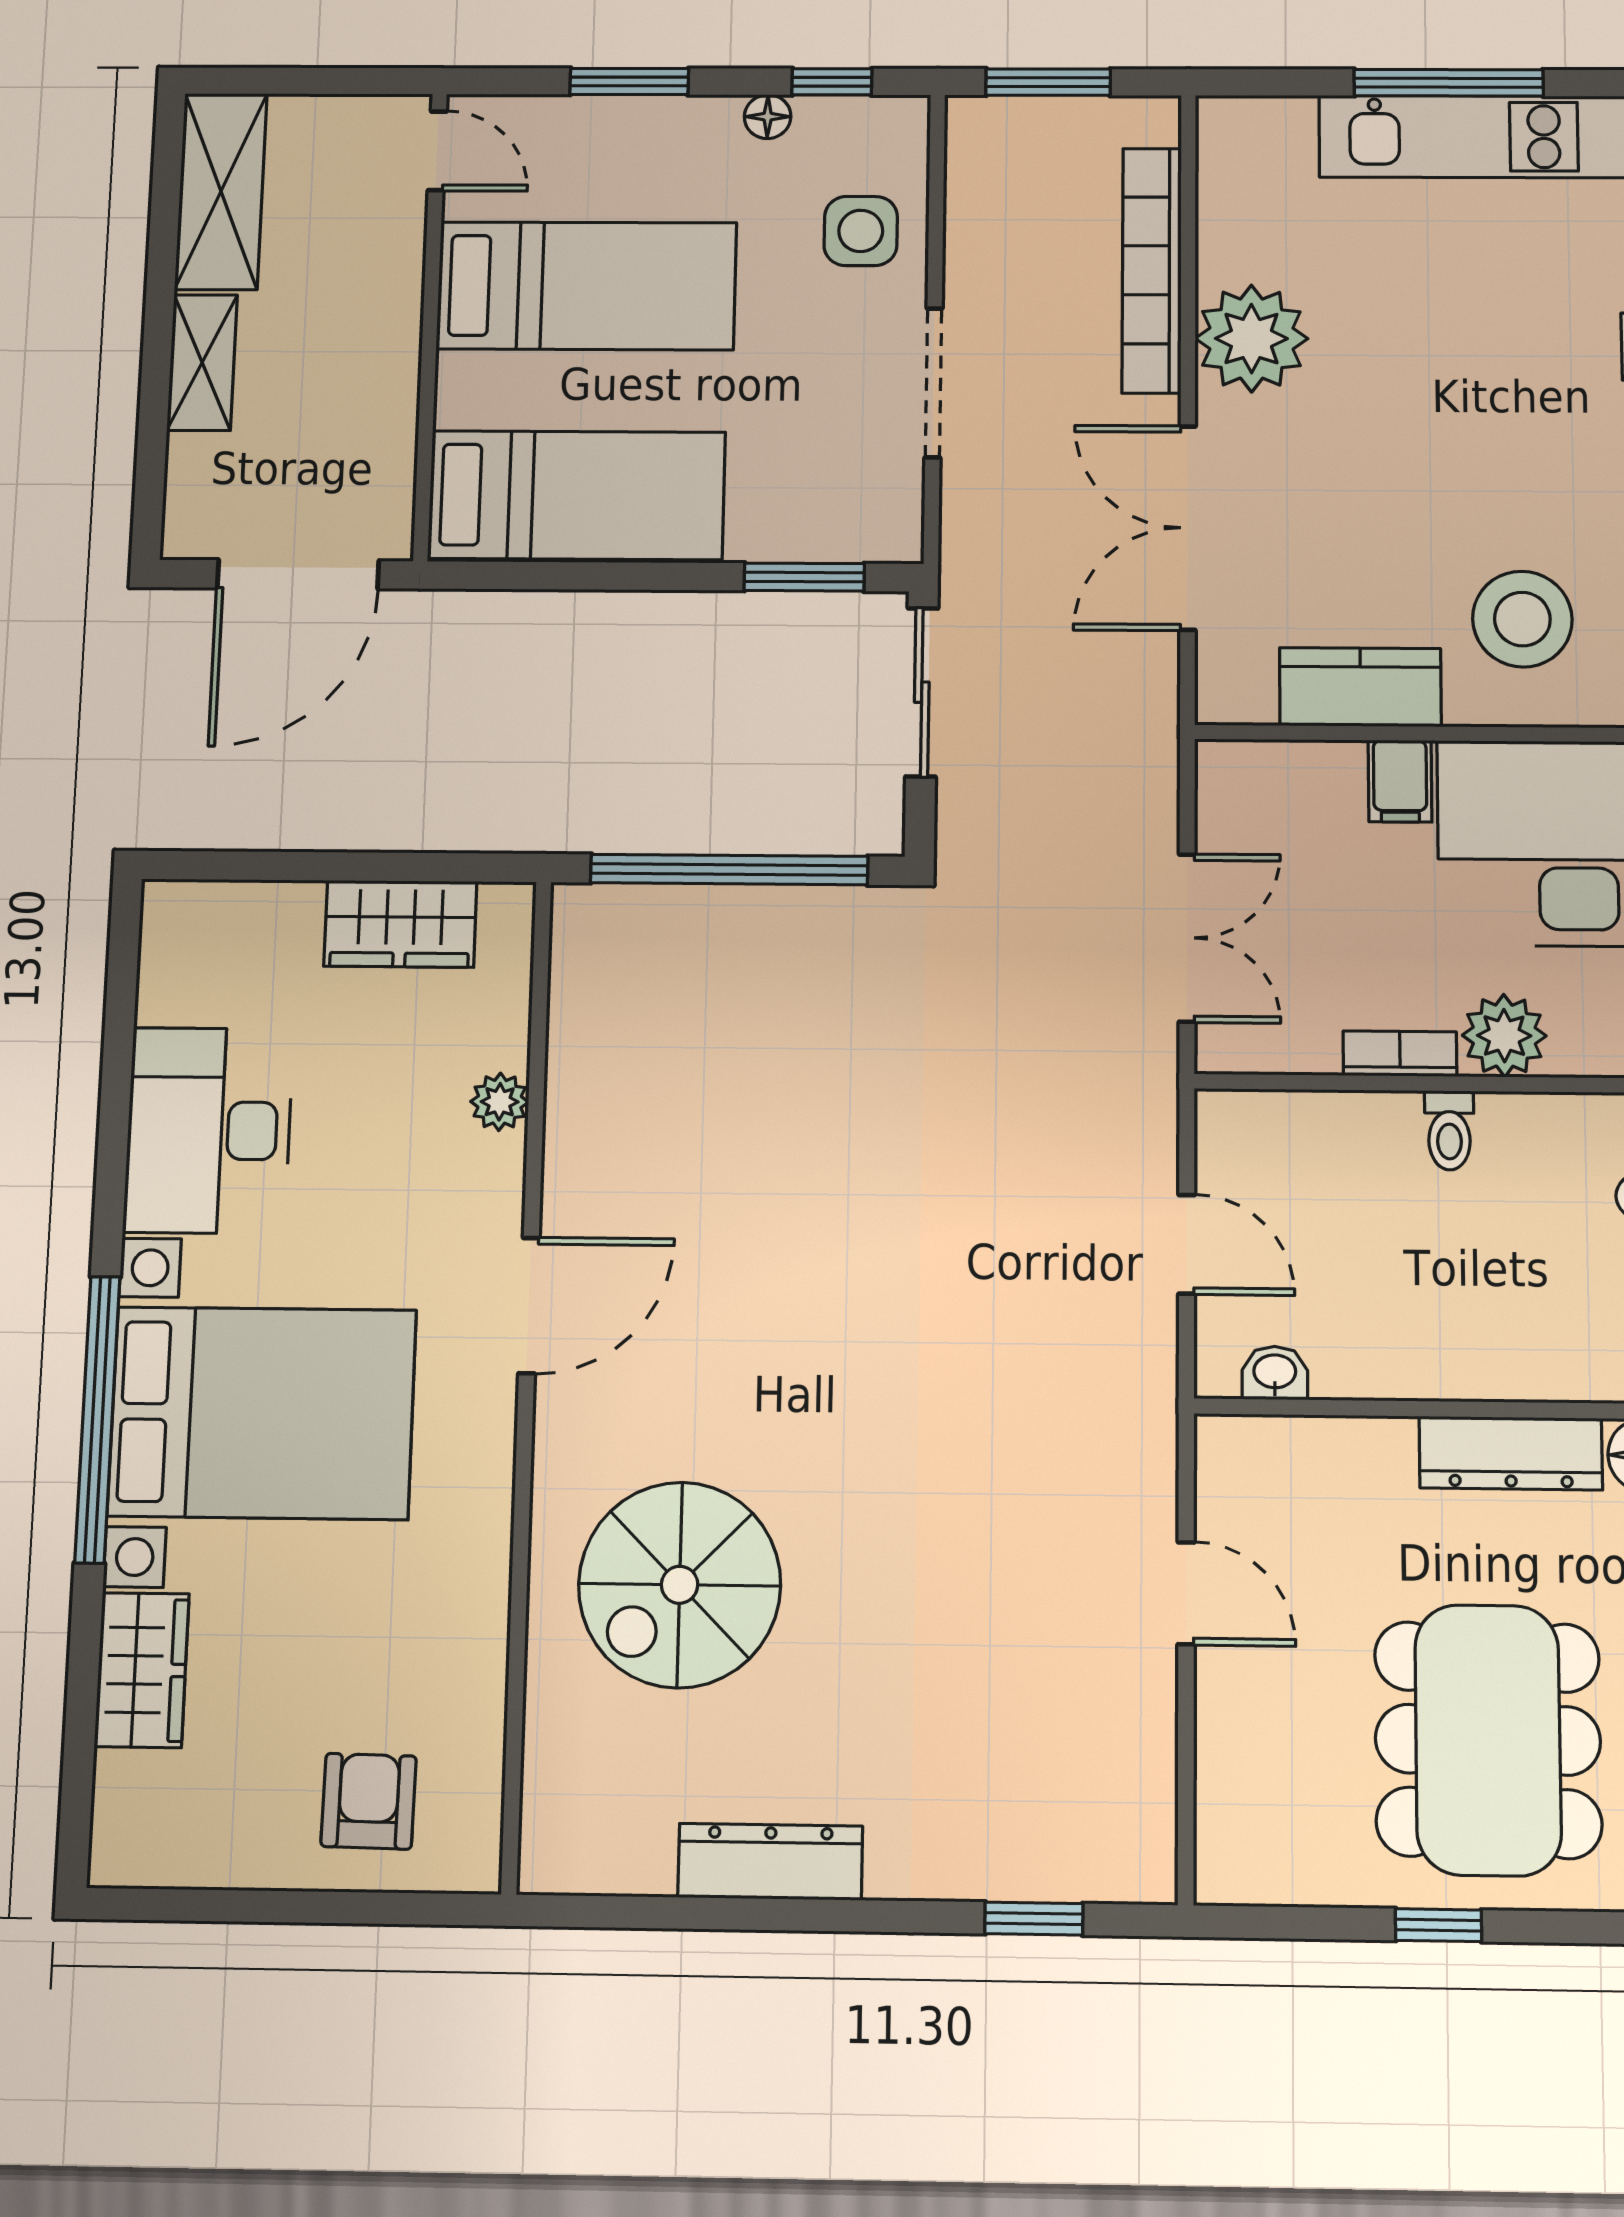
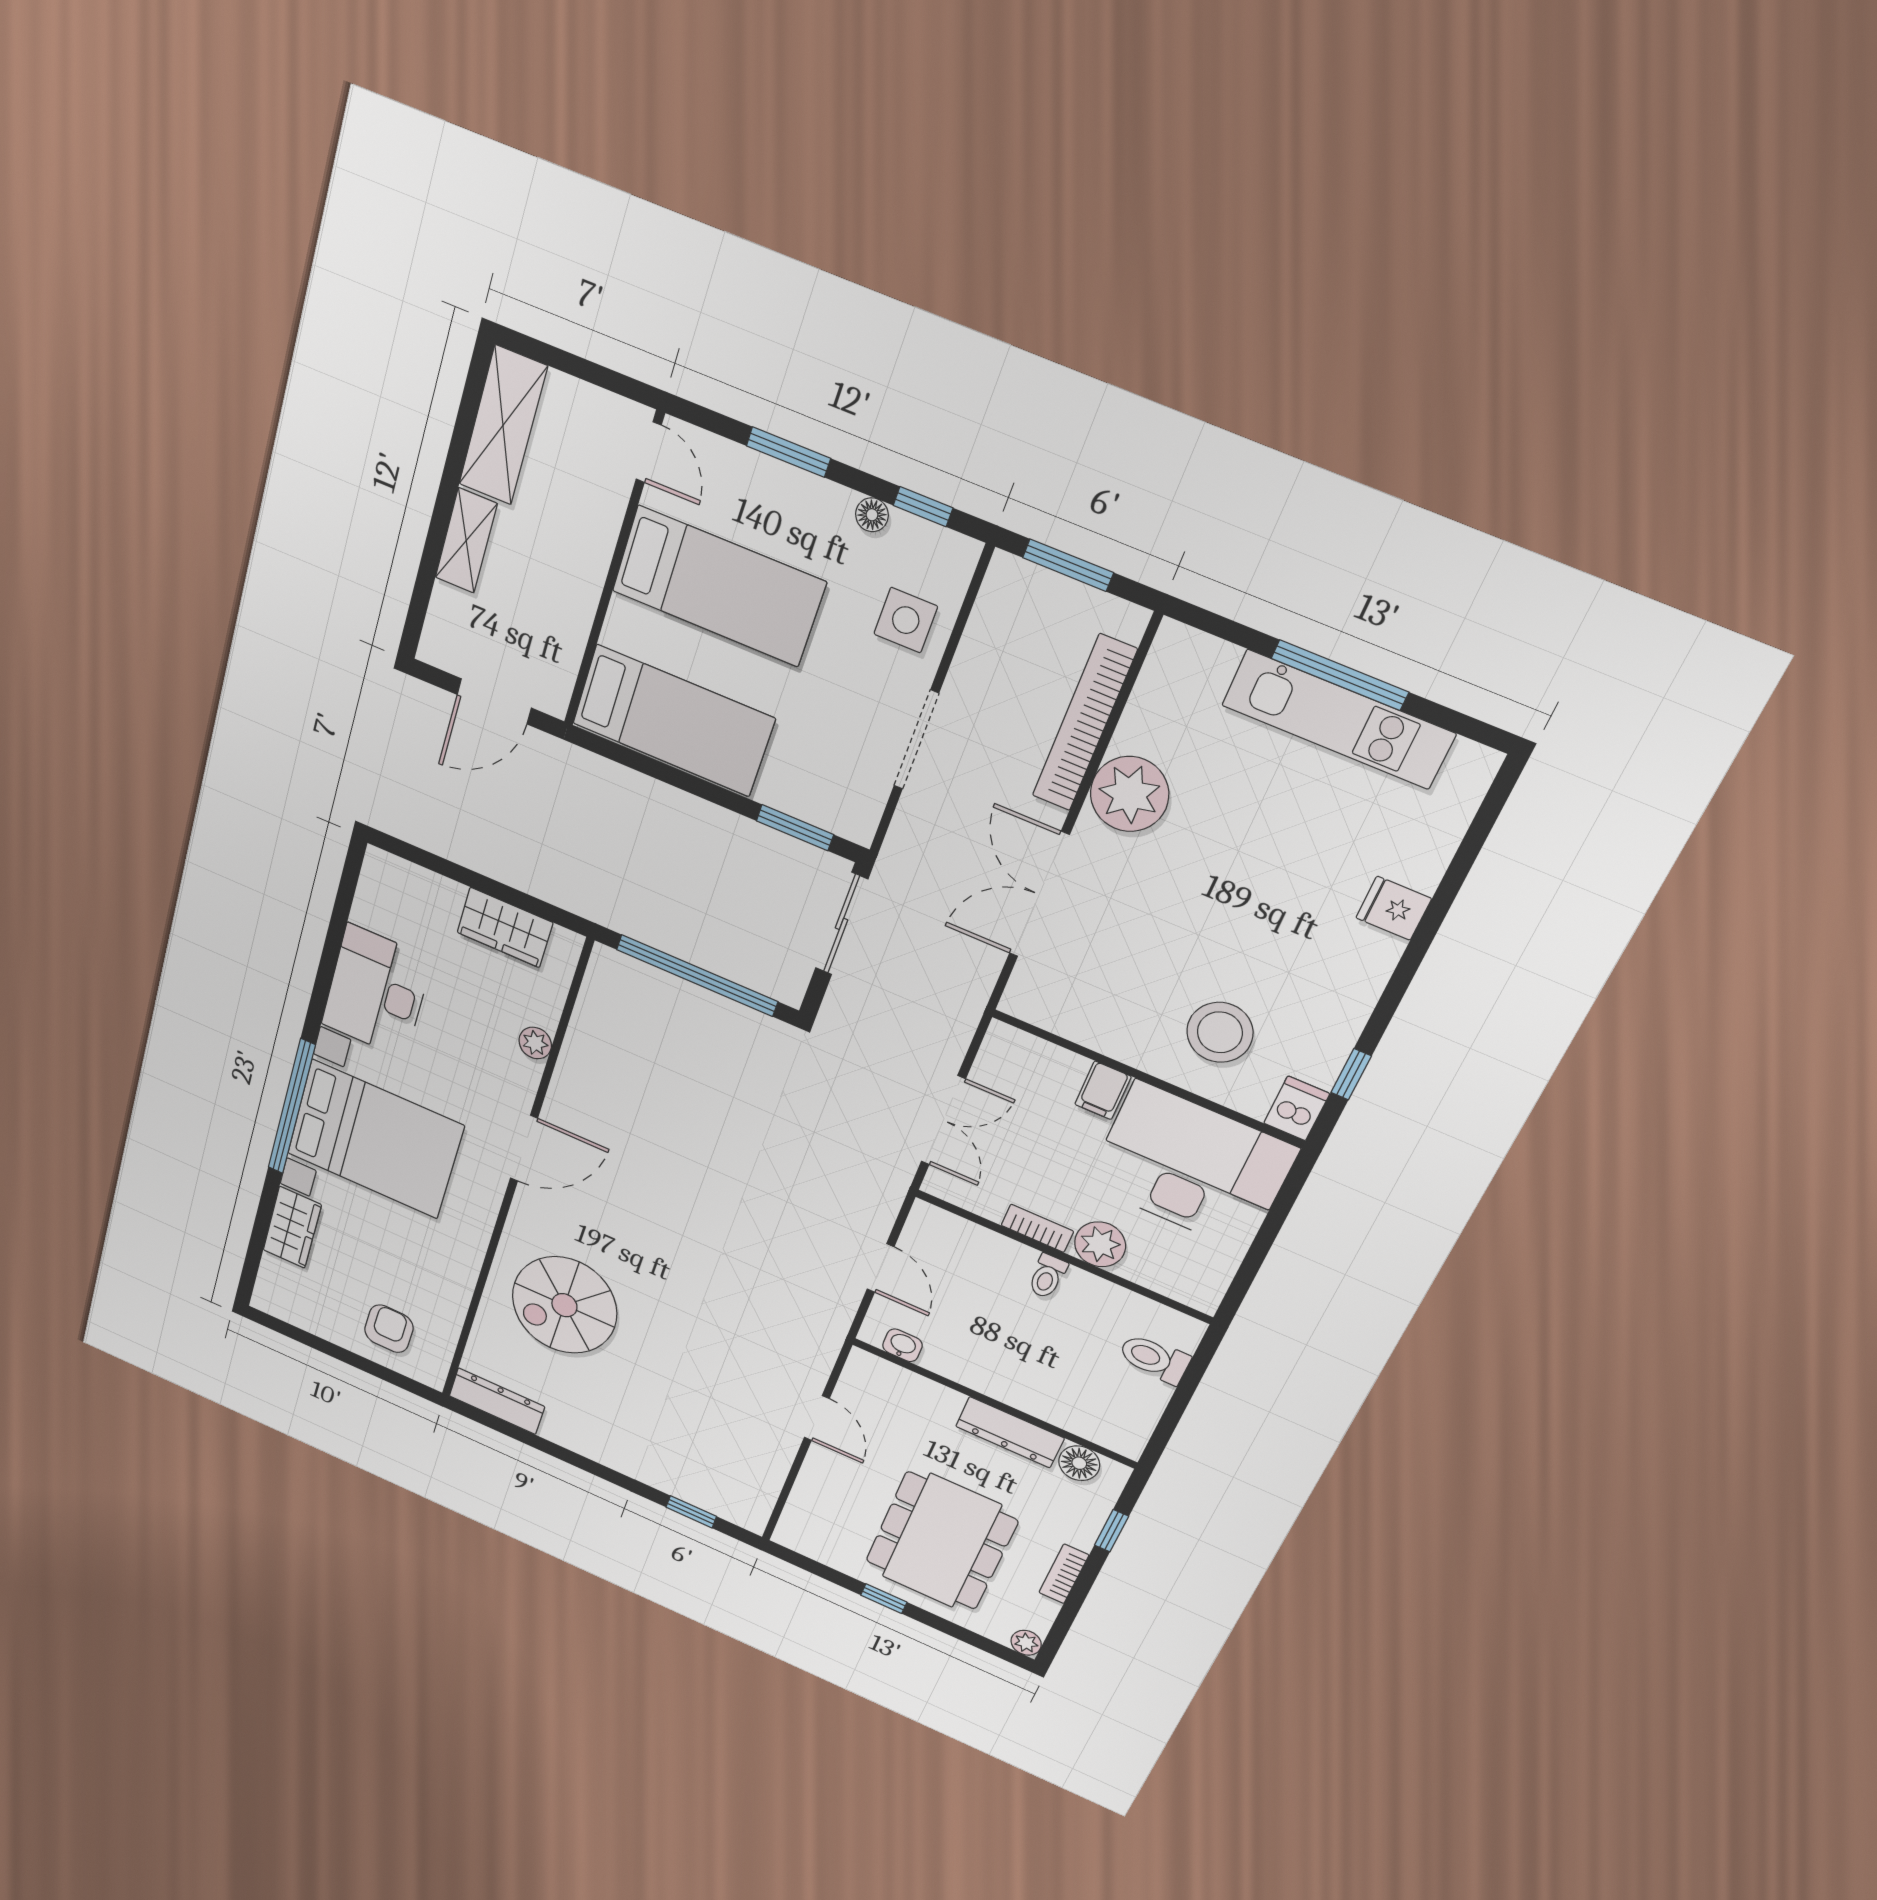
door: (298, 574) -> (494, 701), width x0.73
kitchen counter: (1360, 687) -> (1103, 1030), removed
dresser: (770, 1862) -> (497, 1401), moved

